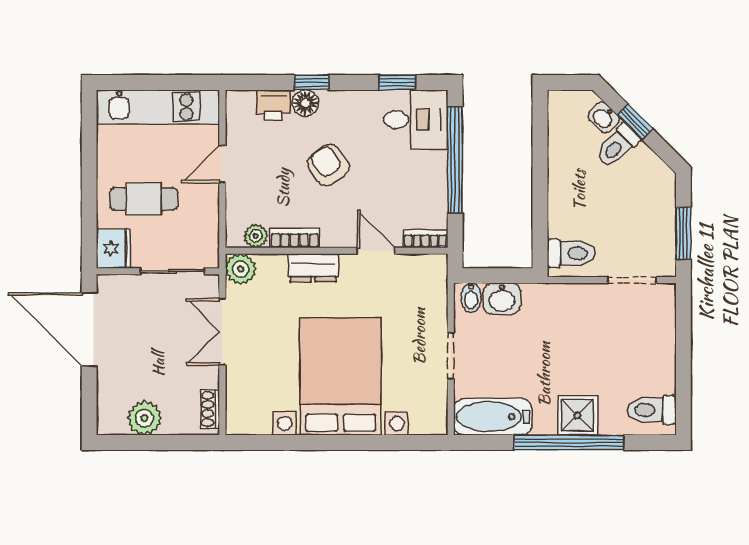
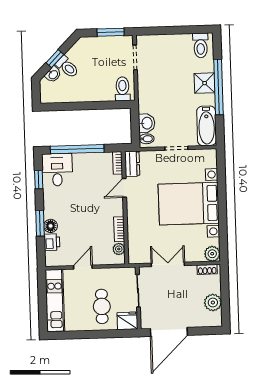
window: (311, 82) -> (40, 223), width x1.50
door: (222, 164) -> (83, 267), swing flipped
armchair: (328, 165) -> (82, 213), removed
dresser: (313, 268) -> (132, 164), moved
plant: (241, 269) -> (212, 254), moved
double door: (222, 332) -> (168, 264), swing flipped

